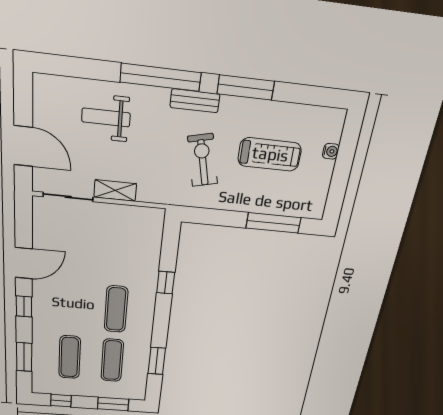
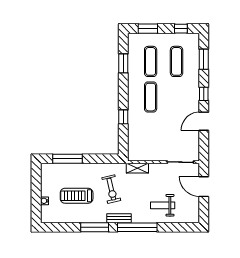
weight bench: (106, 117) -> (163, 205), turned 180
shelving: (115, 190) -> (137, 168), moved

